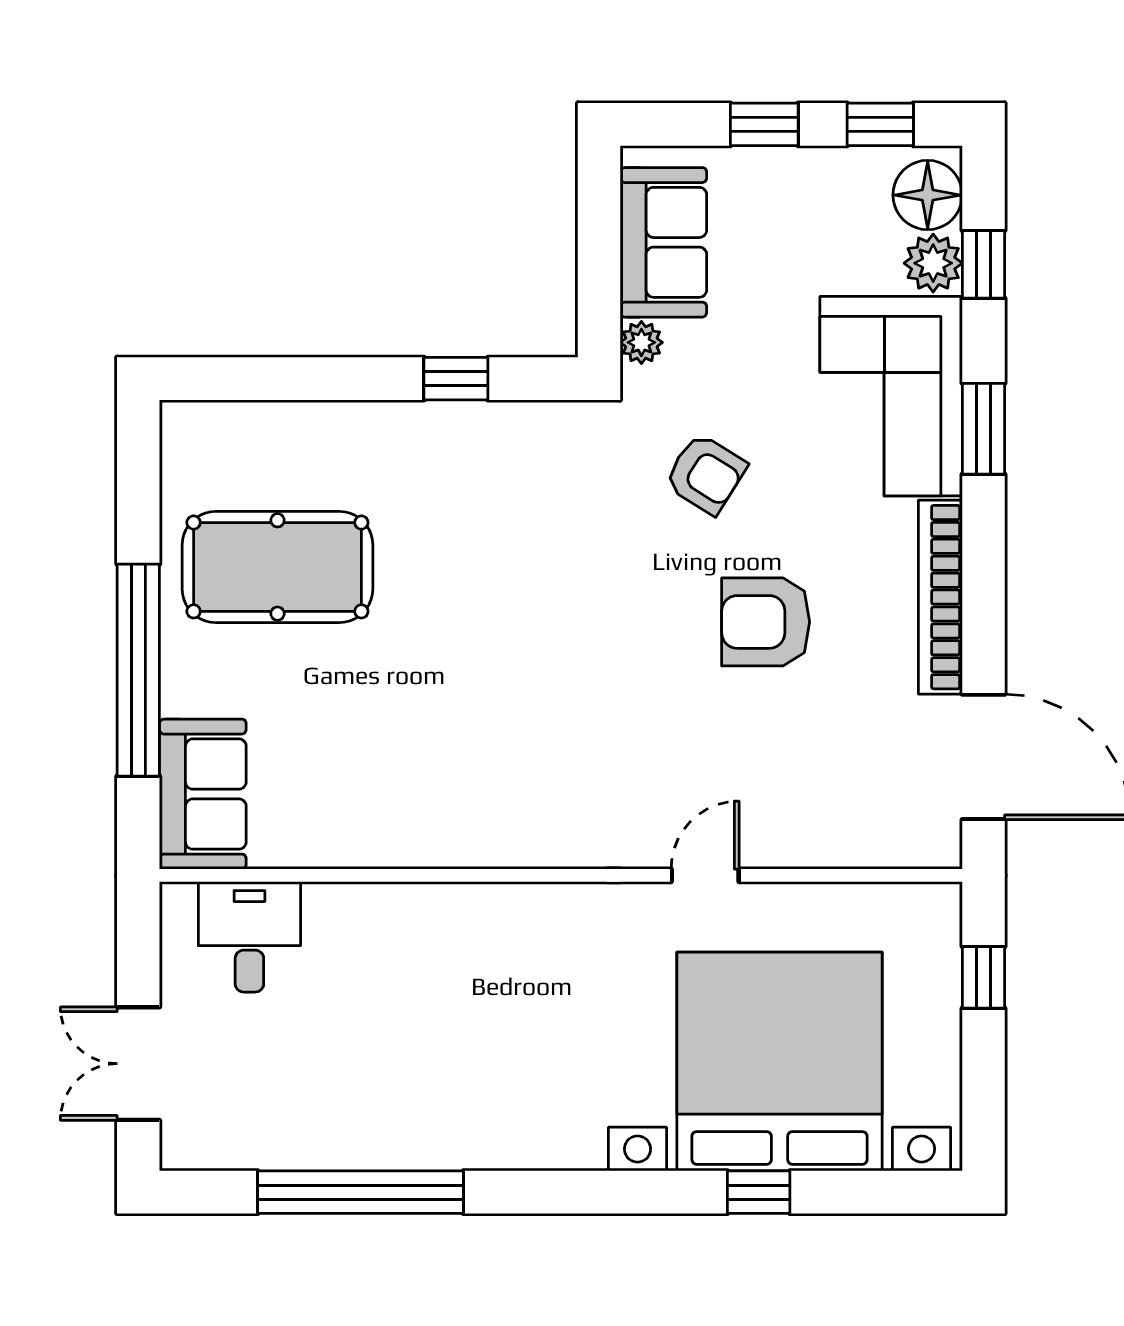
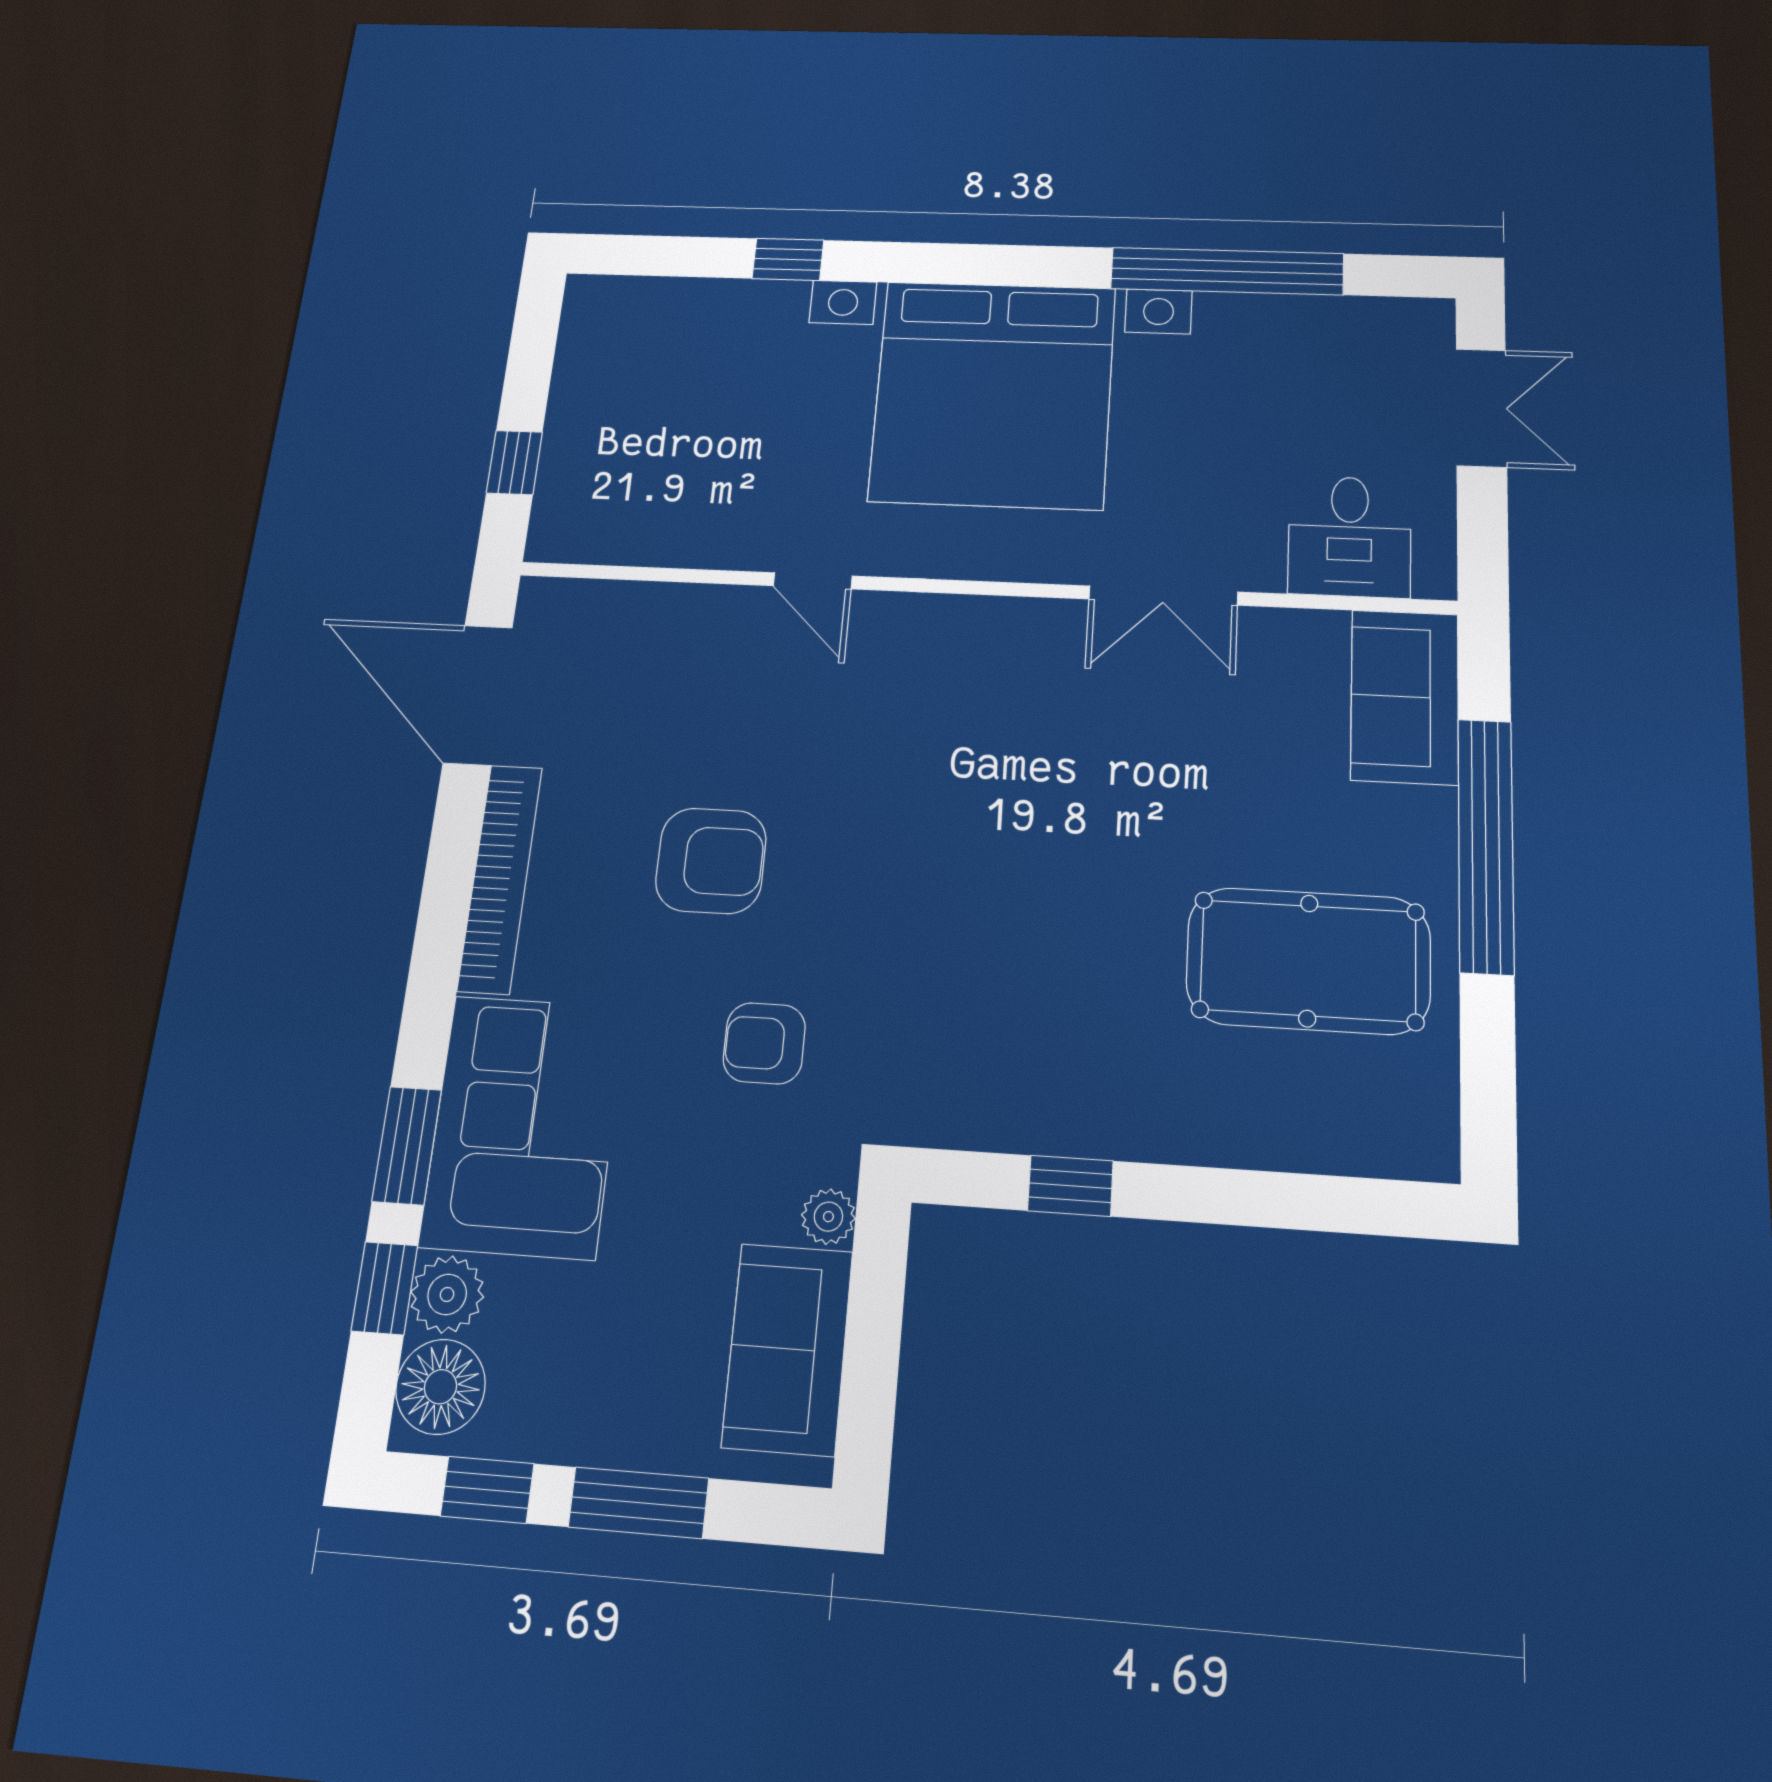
window: (764, 124) -> (639, 1503), width x1.50
window: (984, 429) -> (407, 1146), moved
armchair: (706, 474) -> (764, 1043), turned -32
double door: (405, 875) -> (1163, 595), added
door: (705, 875) -> (813, 581), hinge flipped
bed with nightstands: (780, 1062) -> (993, 394), moved

